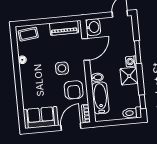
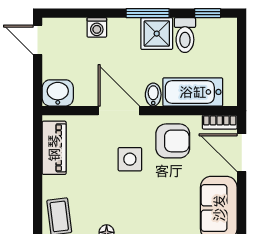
door: (86, 49) -> (119, 111), moved
window: (138, 52) -> (148, 13), moved
washing machine: (131, 61) -> (97, 27), moved
toilet: (132, 113) -> (185, 35), moved

